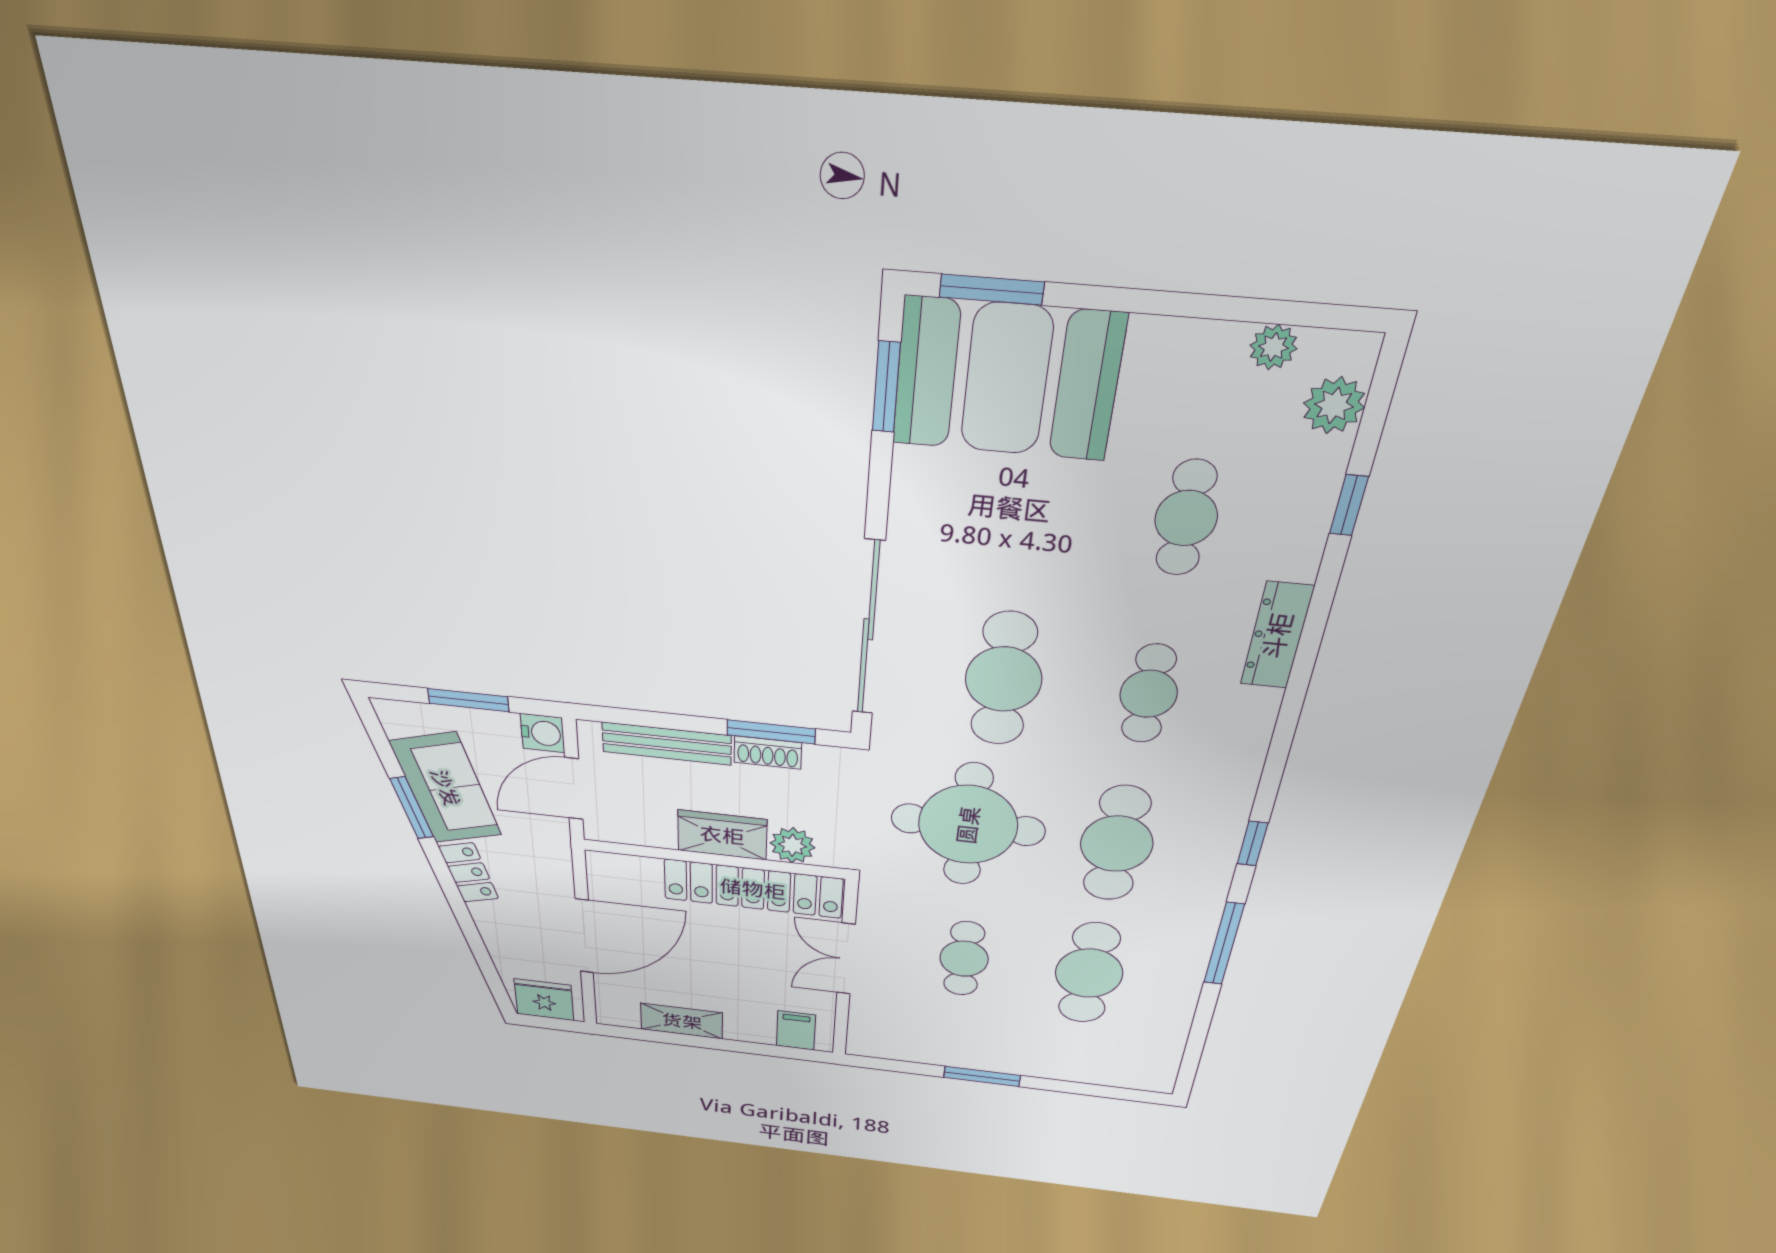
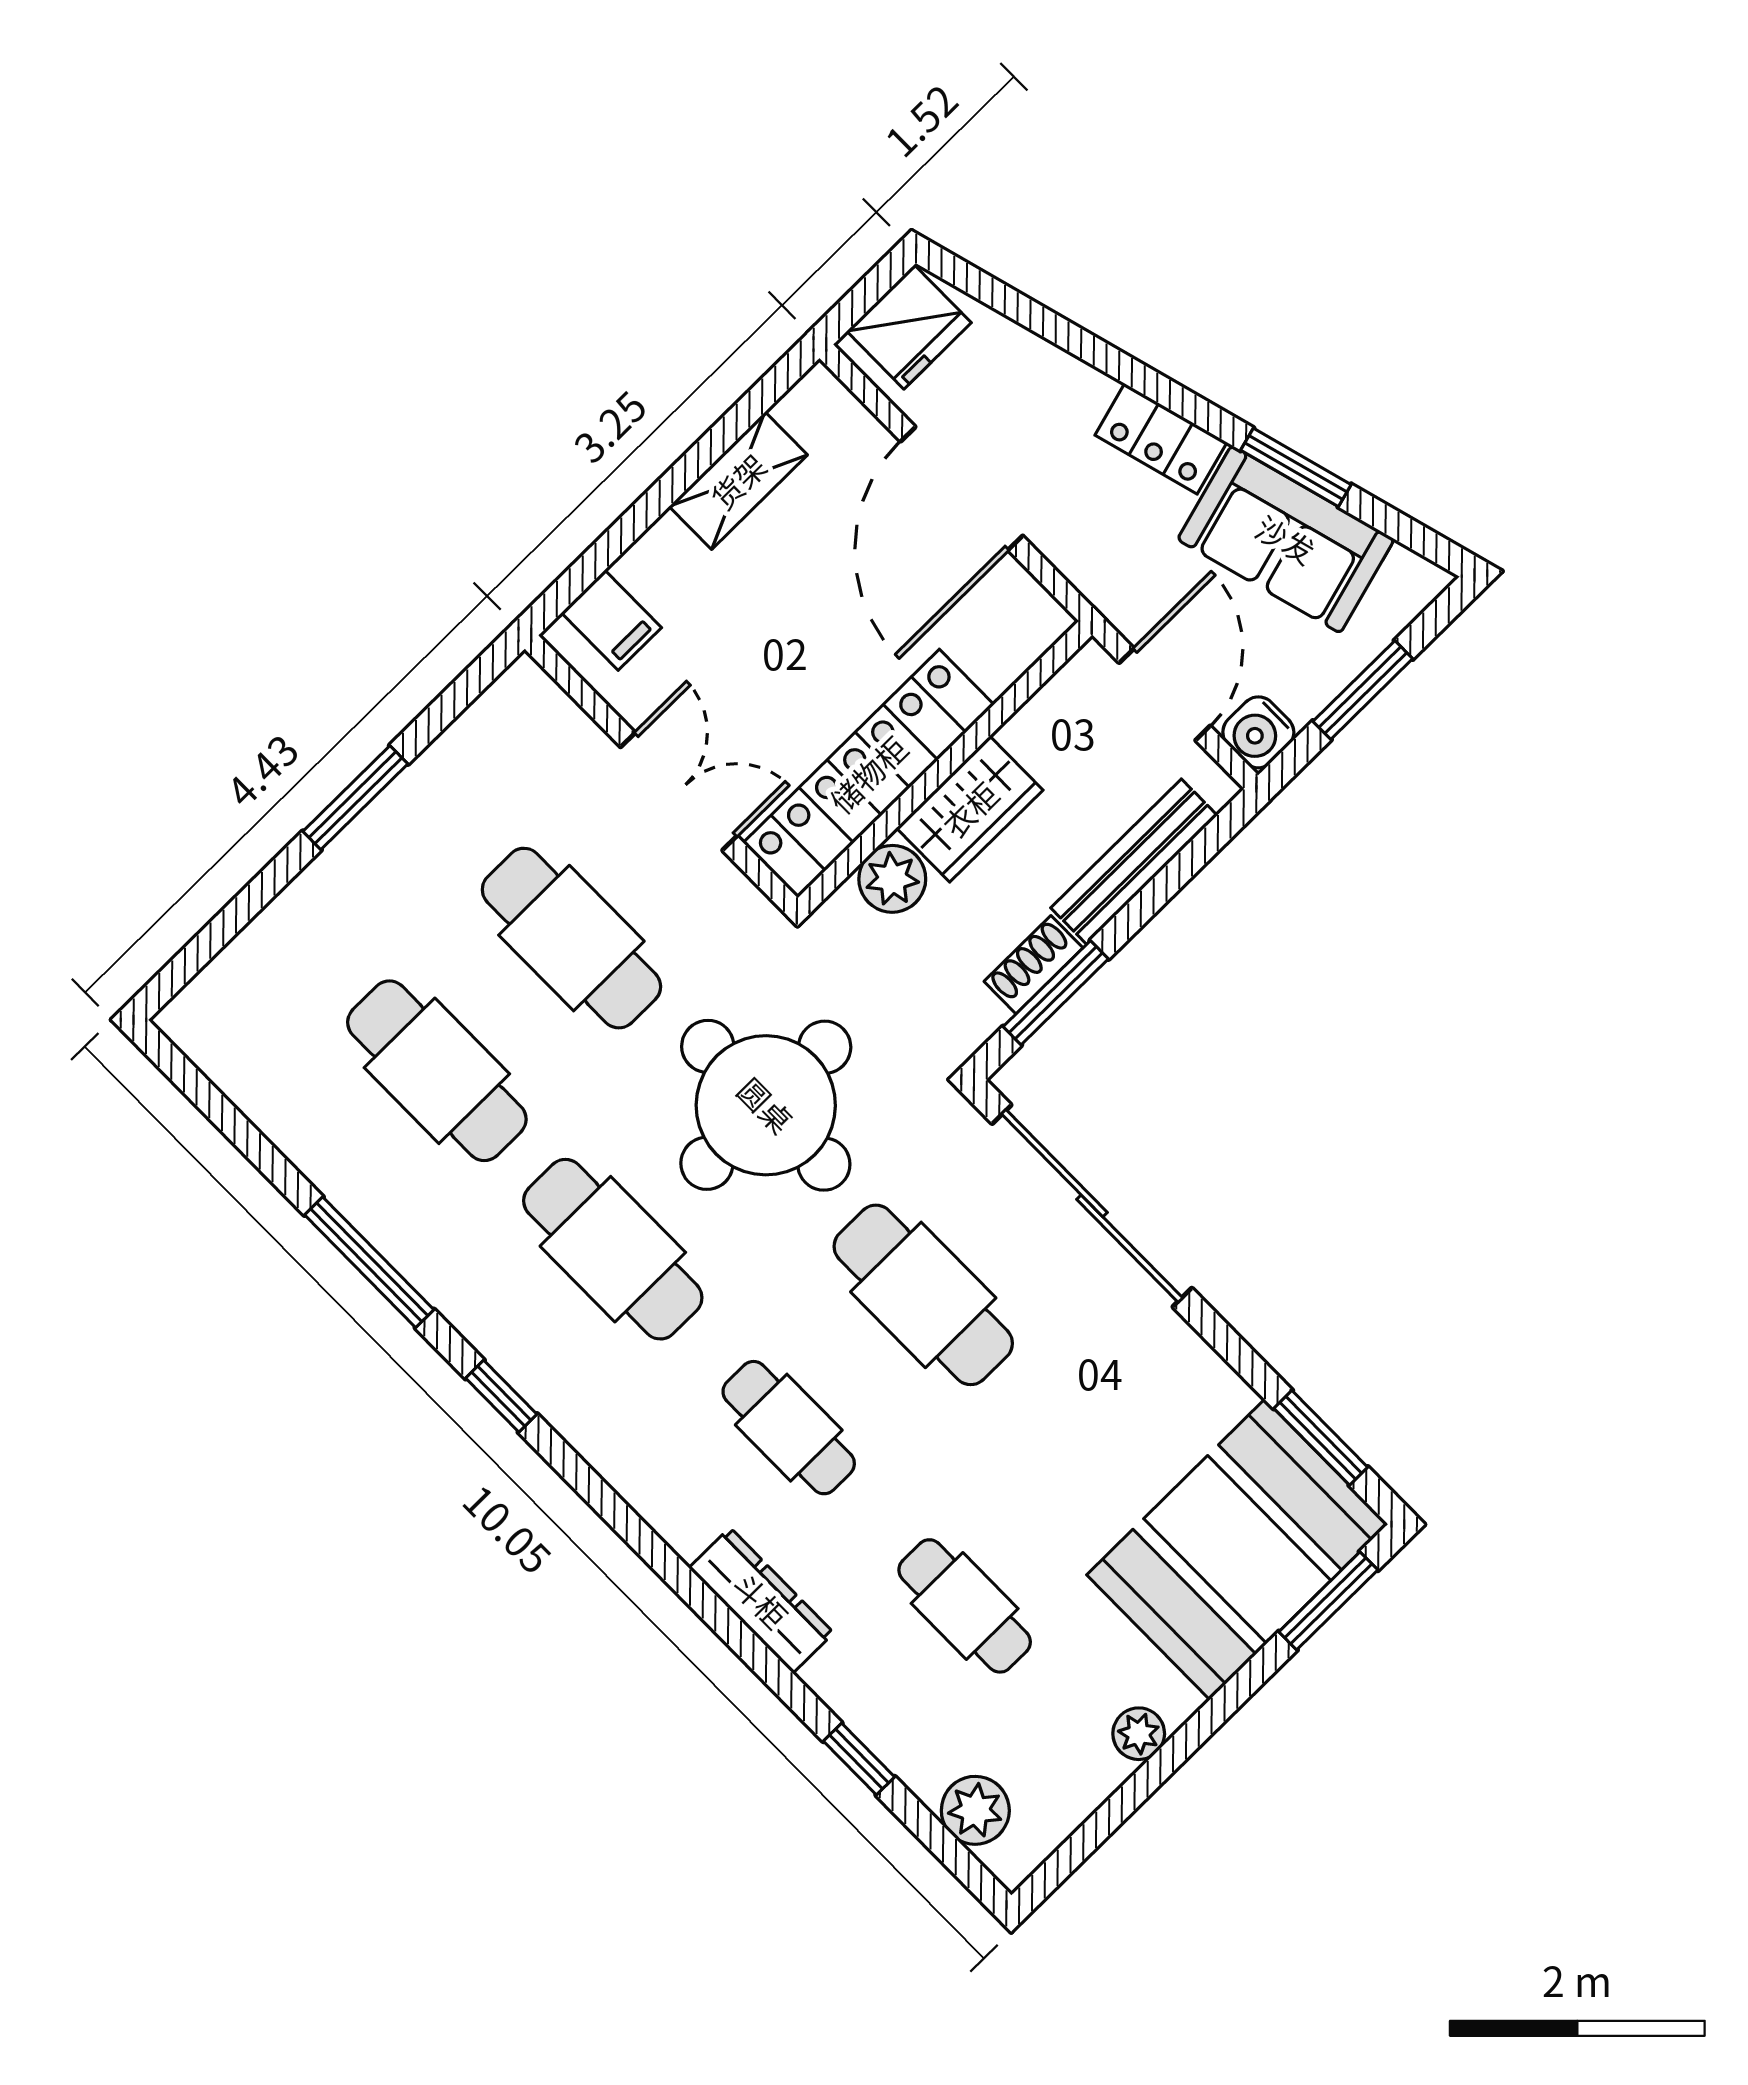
plant: (1273, 347) -> (1139, 1734), moved
cafe table: (964, 959) -> (571, 938), width x1.37, depth x1.35

